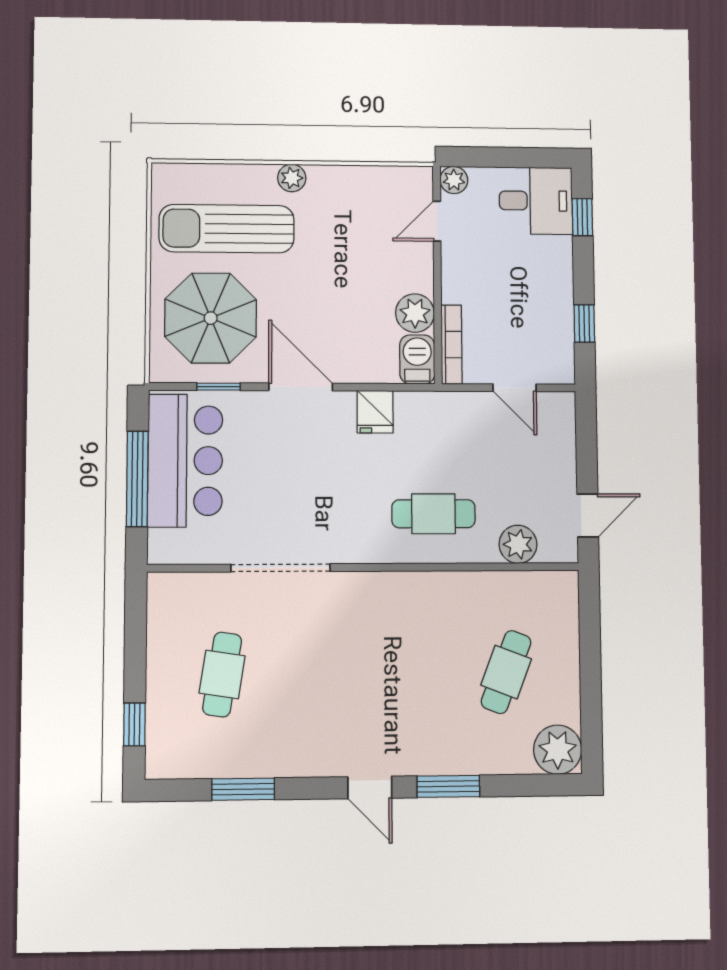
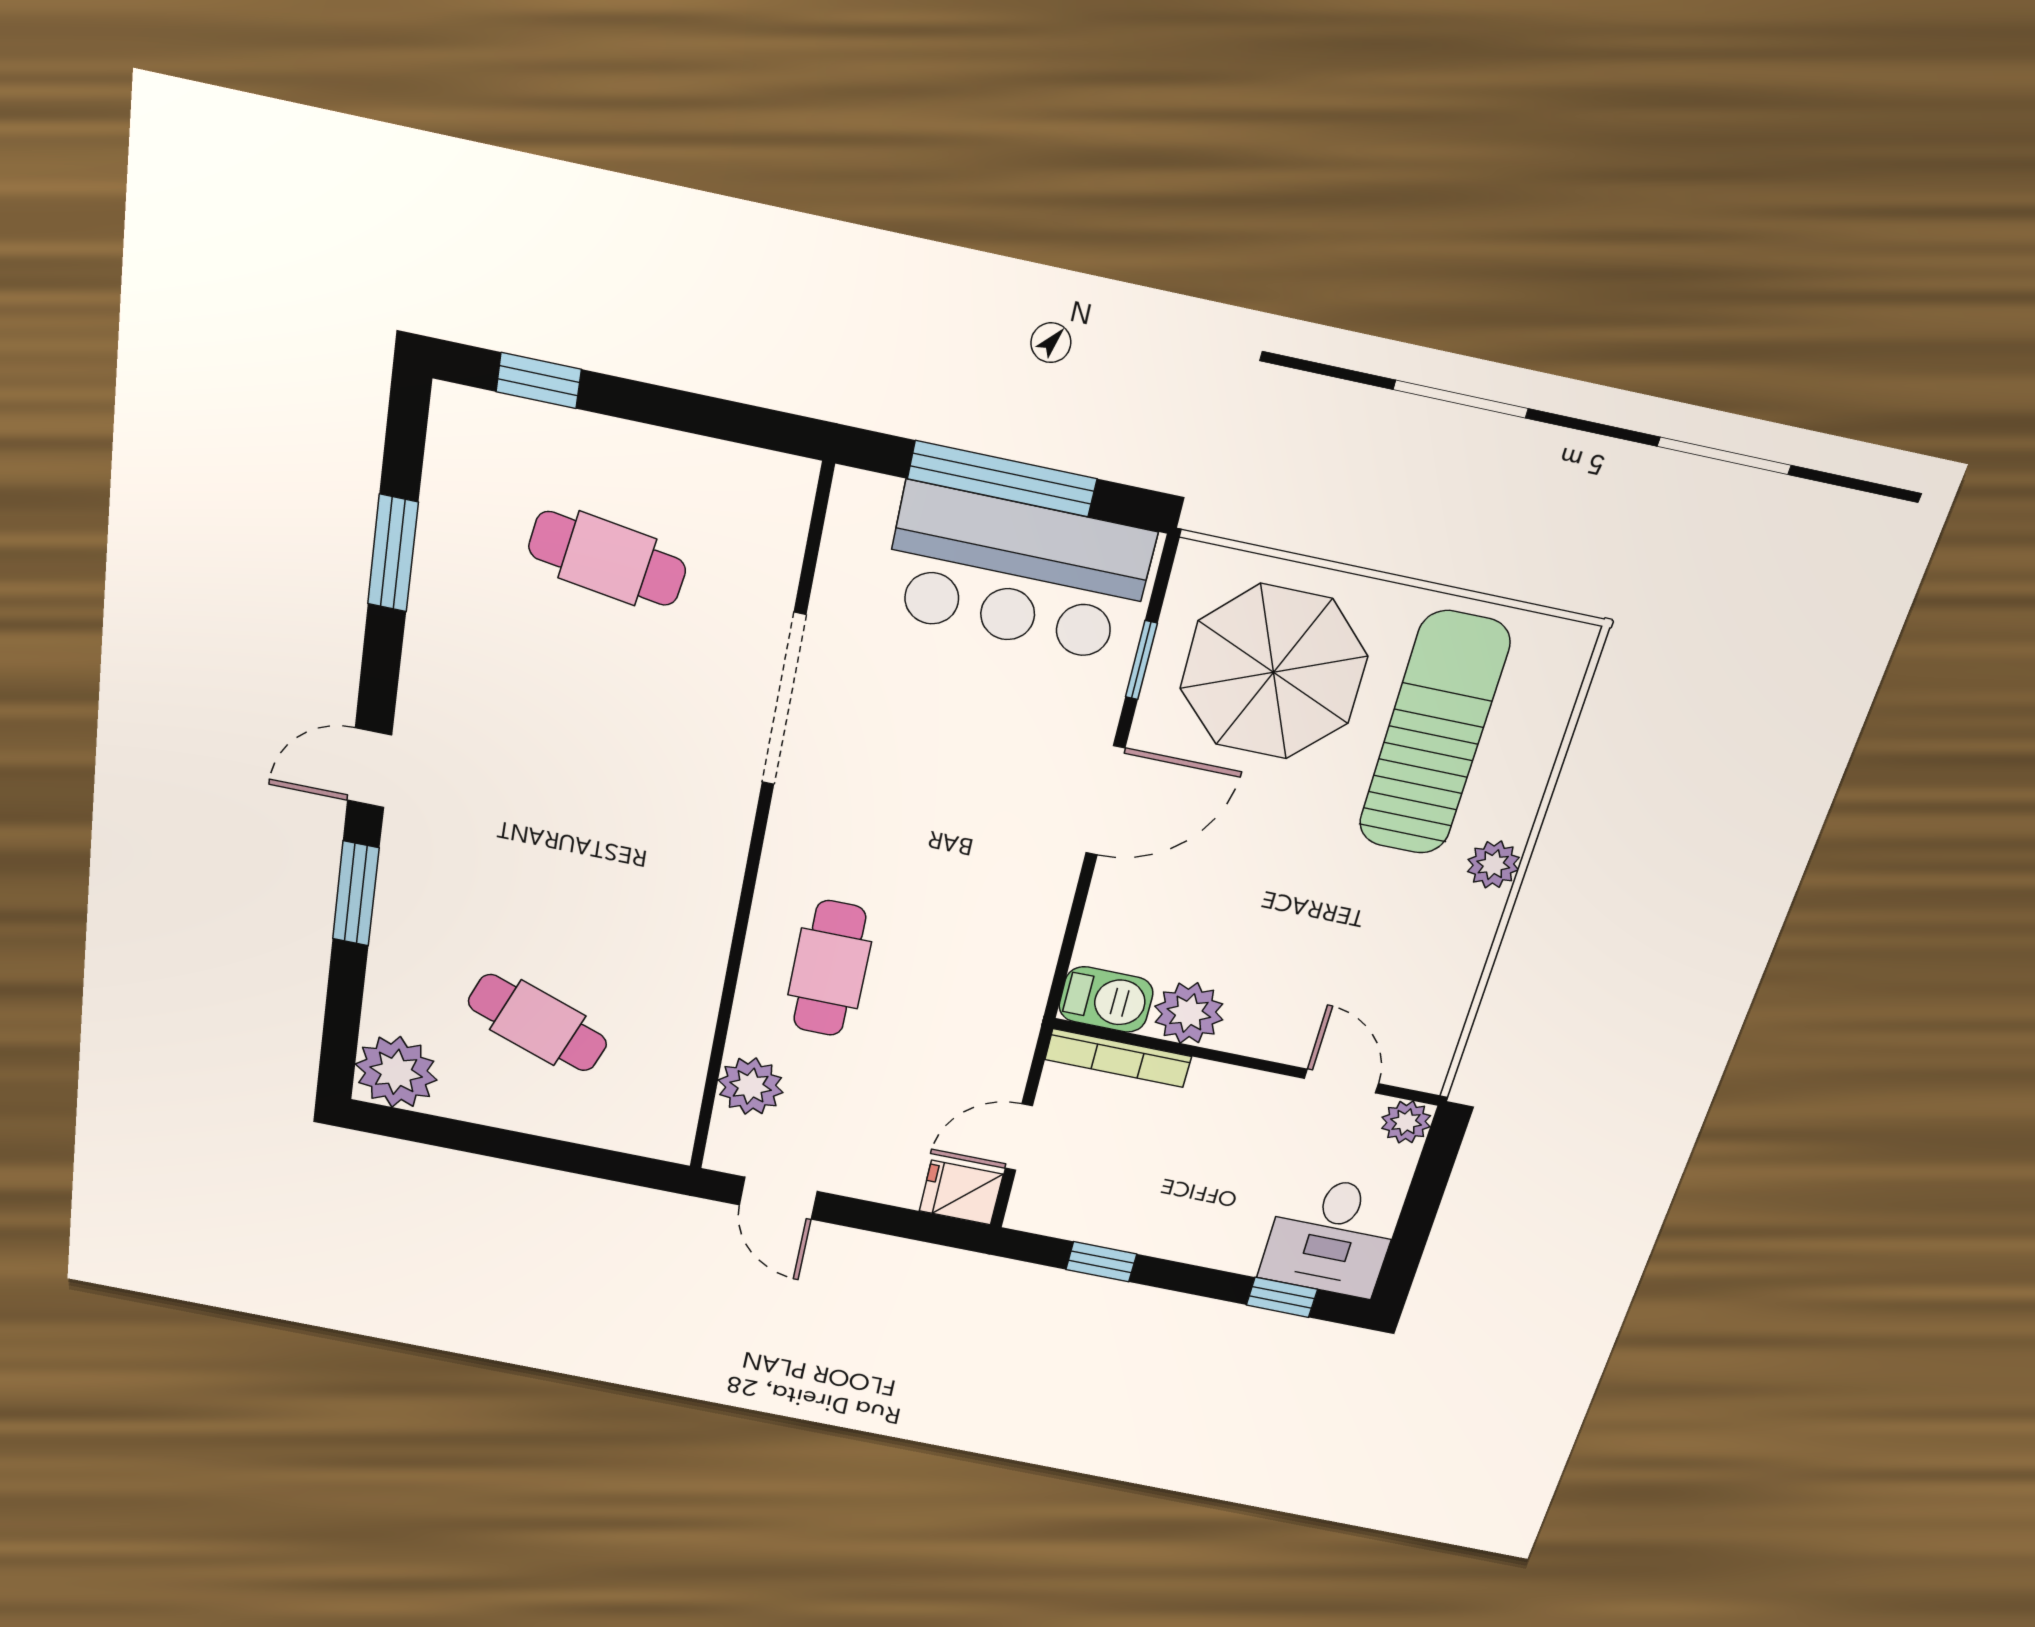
fridge: (375, 412) -> (961, 1193), moved

